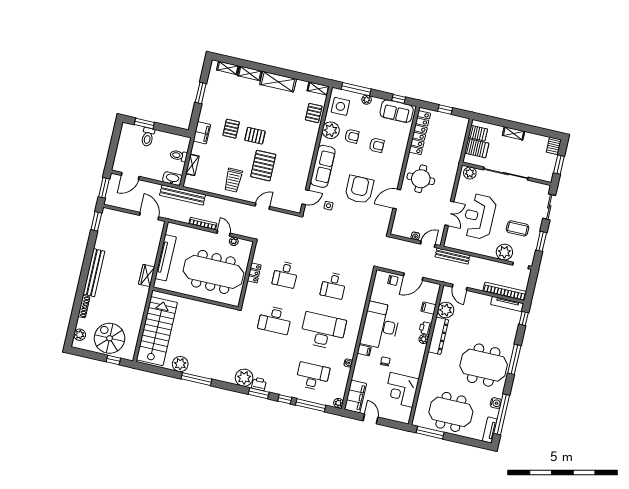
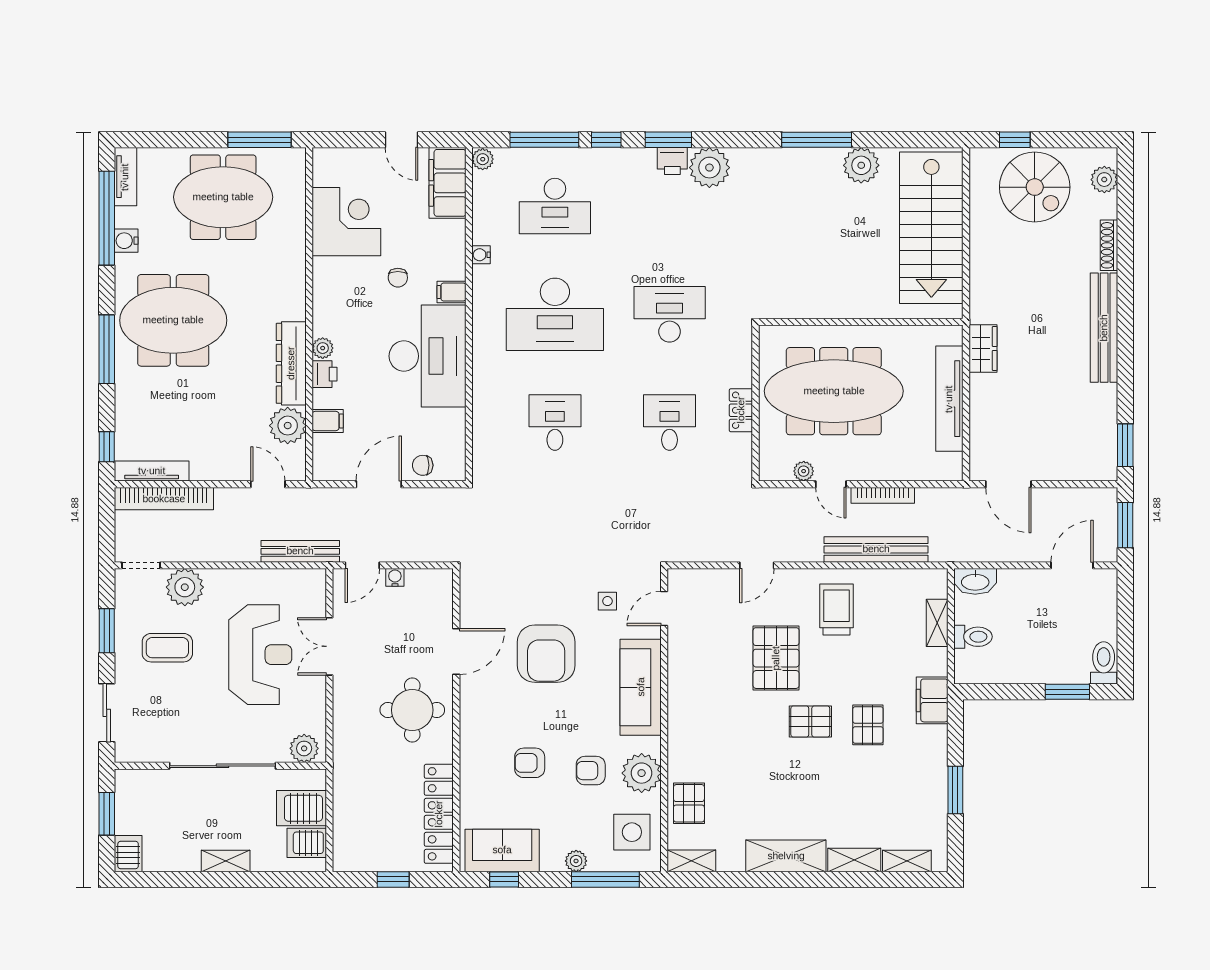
toilet: (148, 137) -> (1104, 663), moved
bench: (183, 195) -> (876, 549), moved

